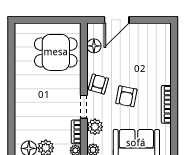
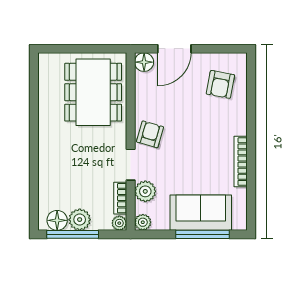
floor lamp: (94, 46) -> (144, 62), moved
dining table: (56, 52) -> (93, 92), width x1.37
armchair: (126, 96) -> (220, 84), moved

